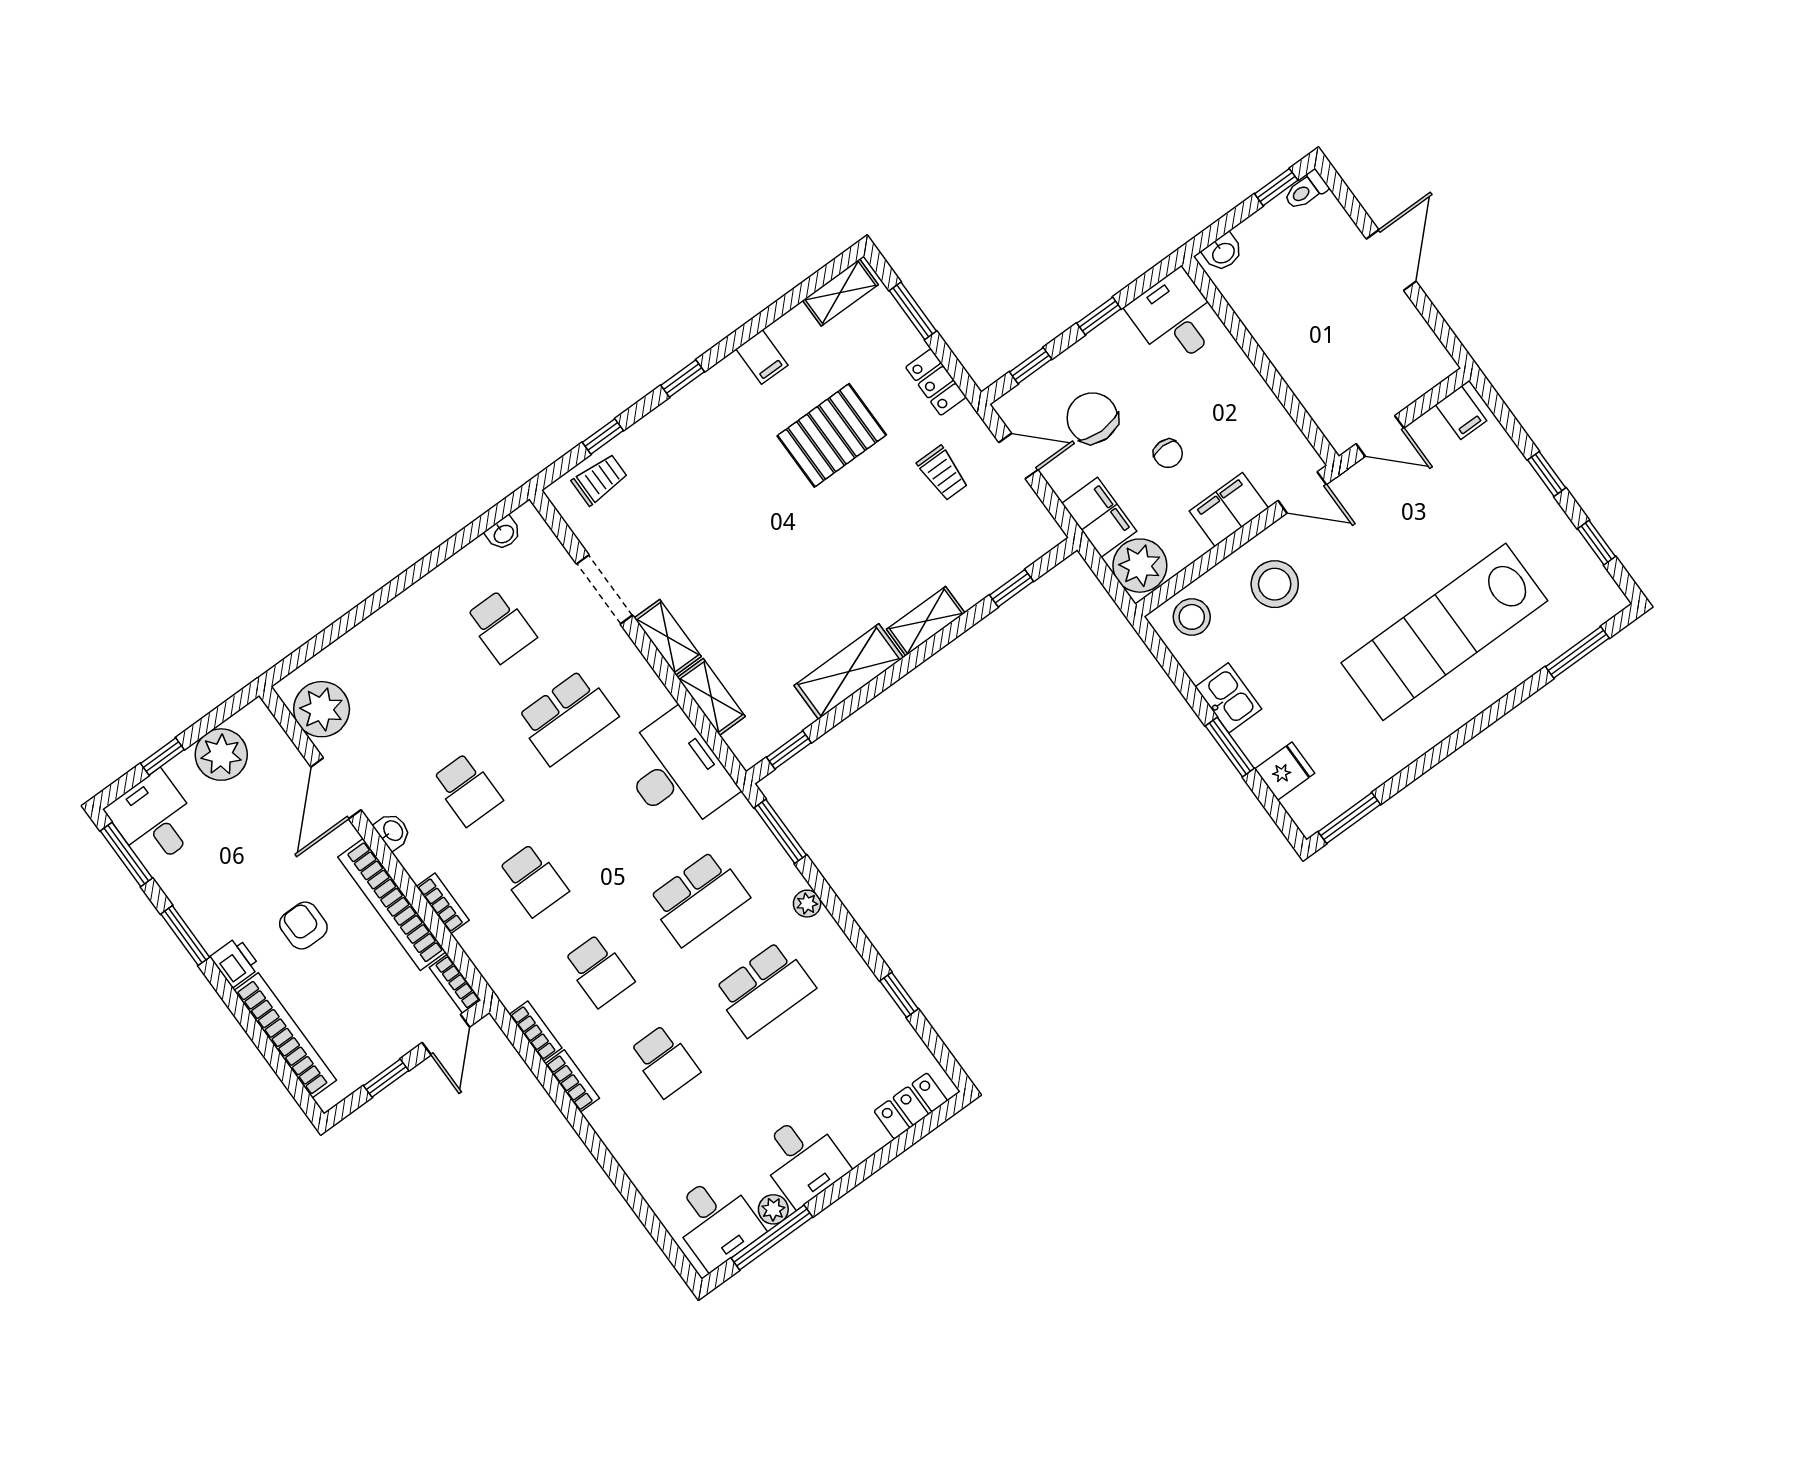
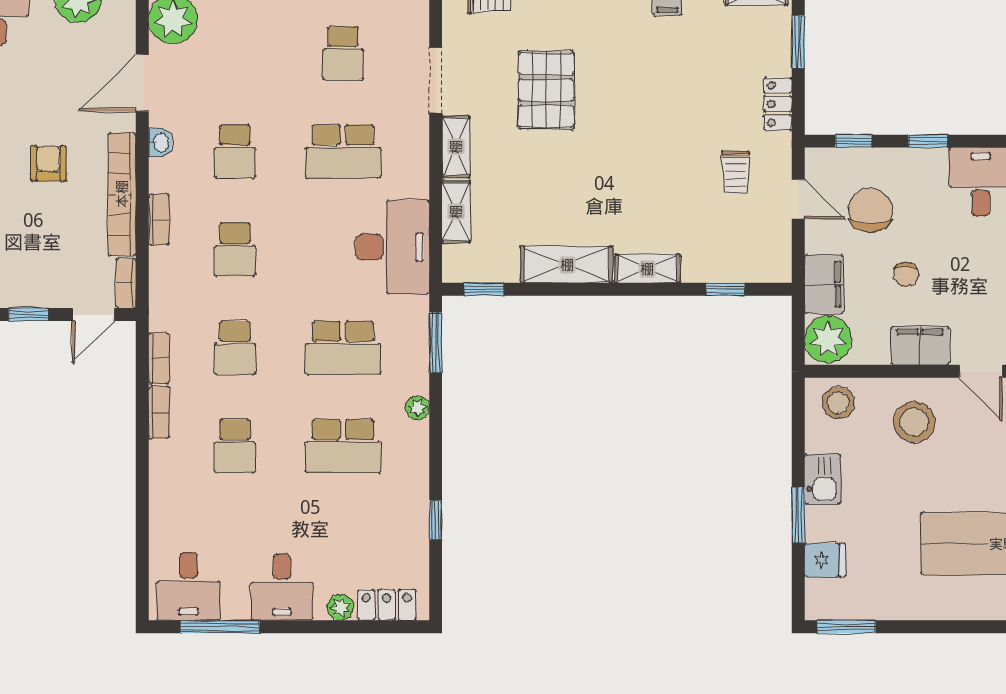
pallet: (832, 435) -> (546, 90), moved, turned 90
plant: (773, 1209) -> (340, 607), moved

